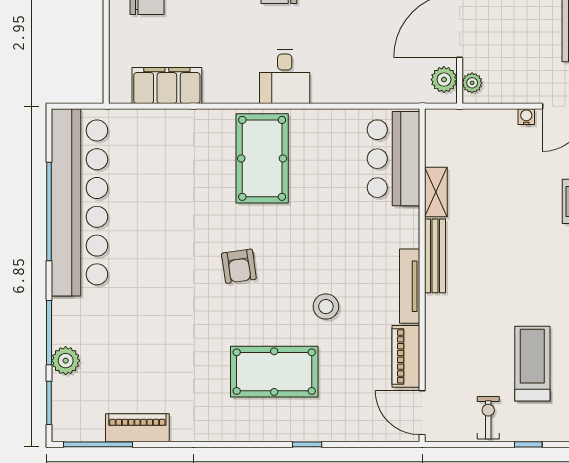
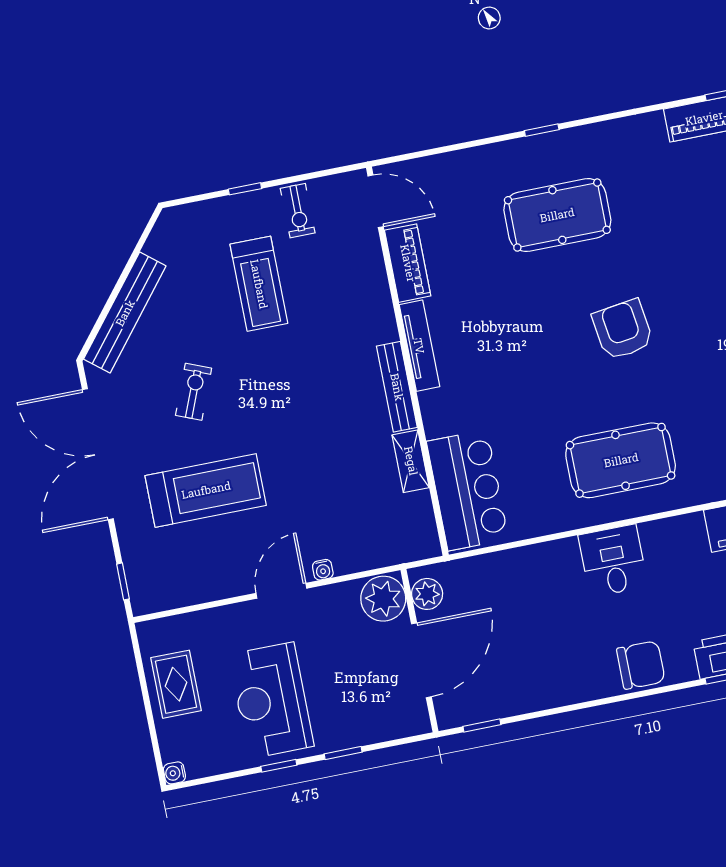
plant: (472, 83) -> (383, 599), width x1.88, depth x1.88
pool table: (262, 158) -> (621, 460), turned 90
armchair: (239, 266) -> (623, 330), width x1.38, depth x1.38
stool: (326, 307) -> (512, 303), removed
window: (307, 444) -> (542, 130), moved

